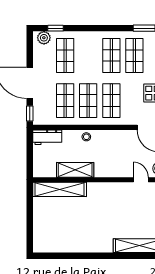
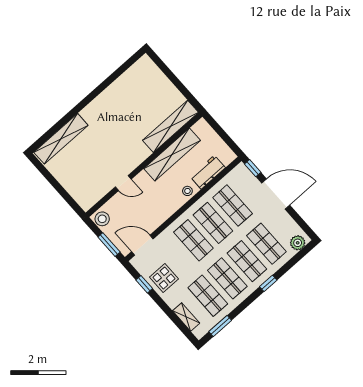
window: (55, 28) -> (268, 283), moved
shop shelf: (88, 56) -> (247, 261), added
workbench: (47, 137) -> (208, 172), moved
shelving: (75, 170) -> (172, 155), width x1.47
door: (141, 180) -> (123, 183), moved

